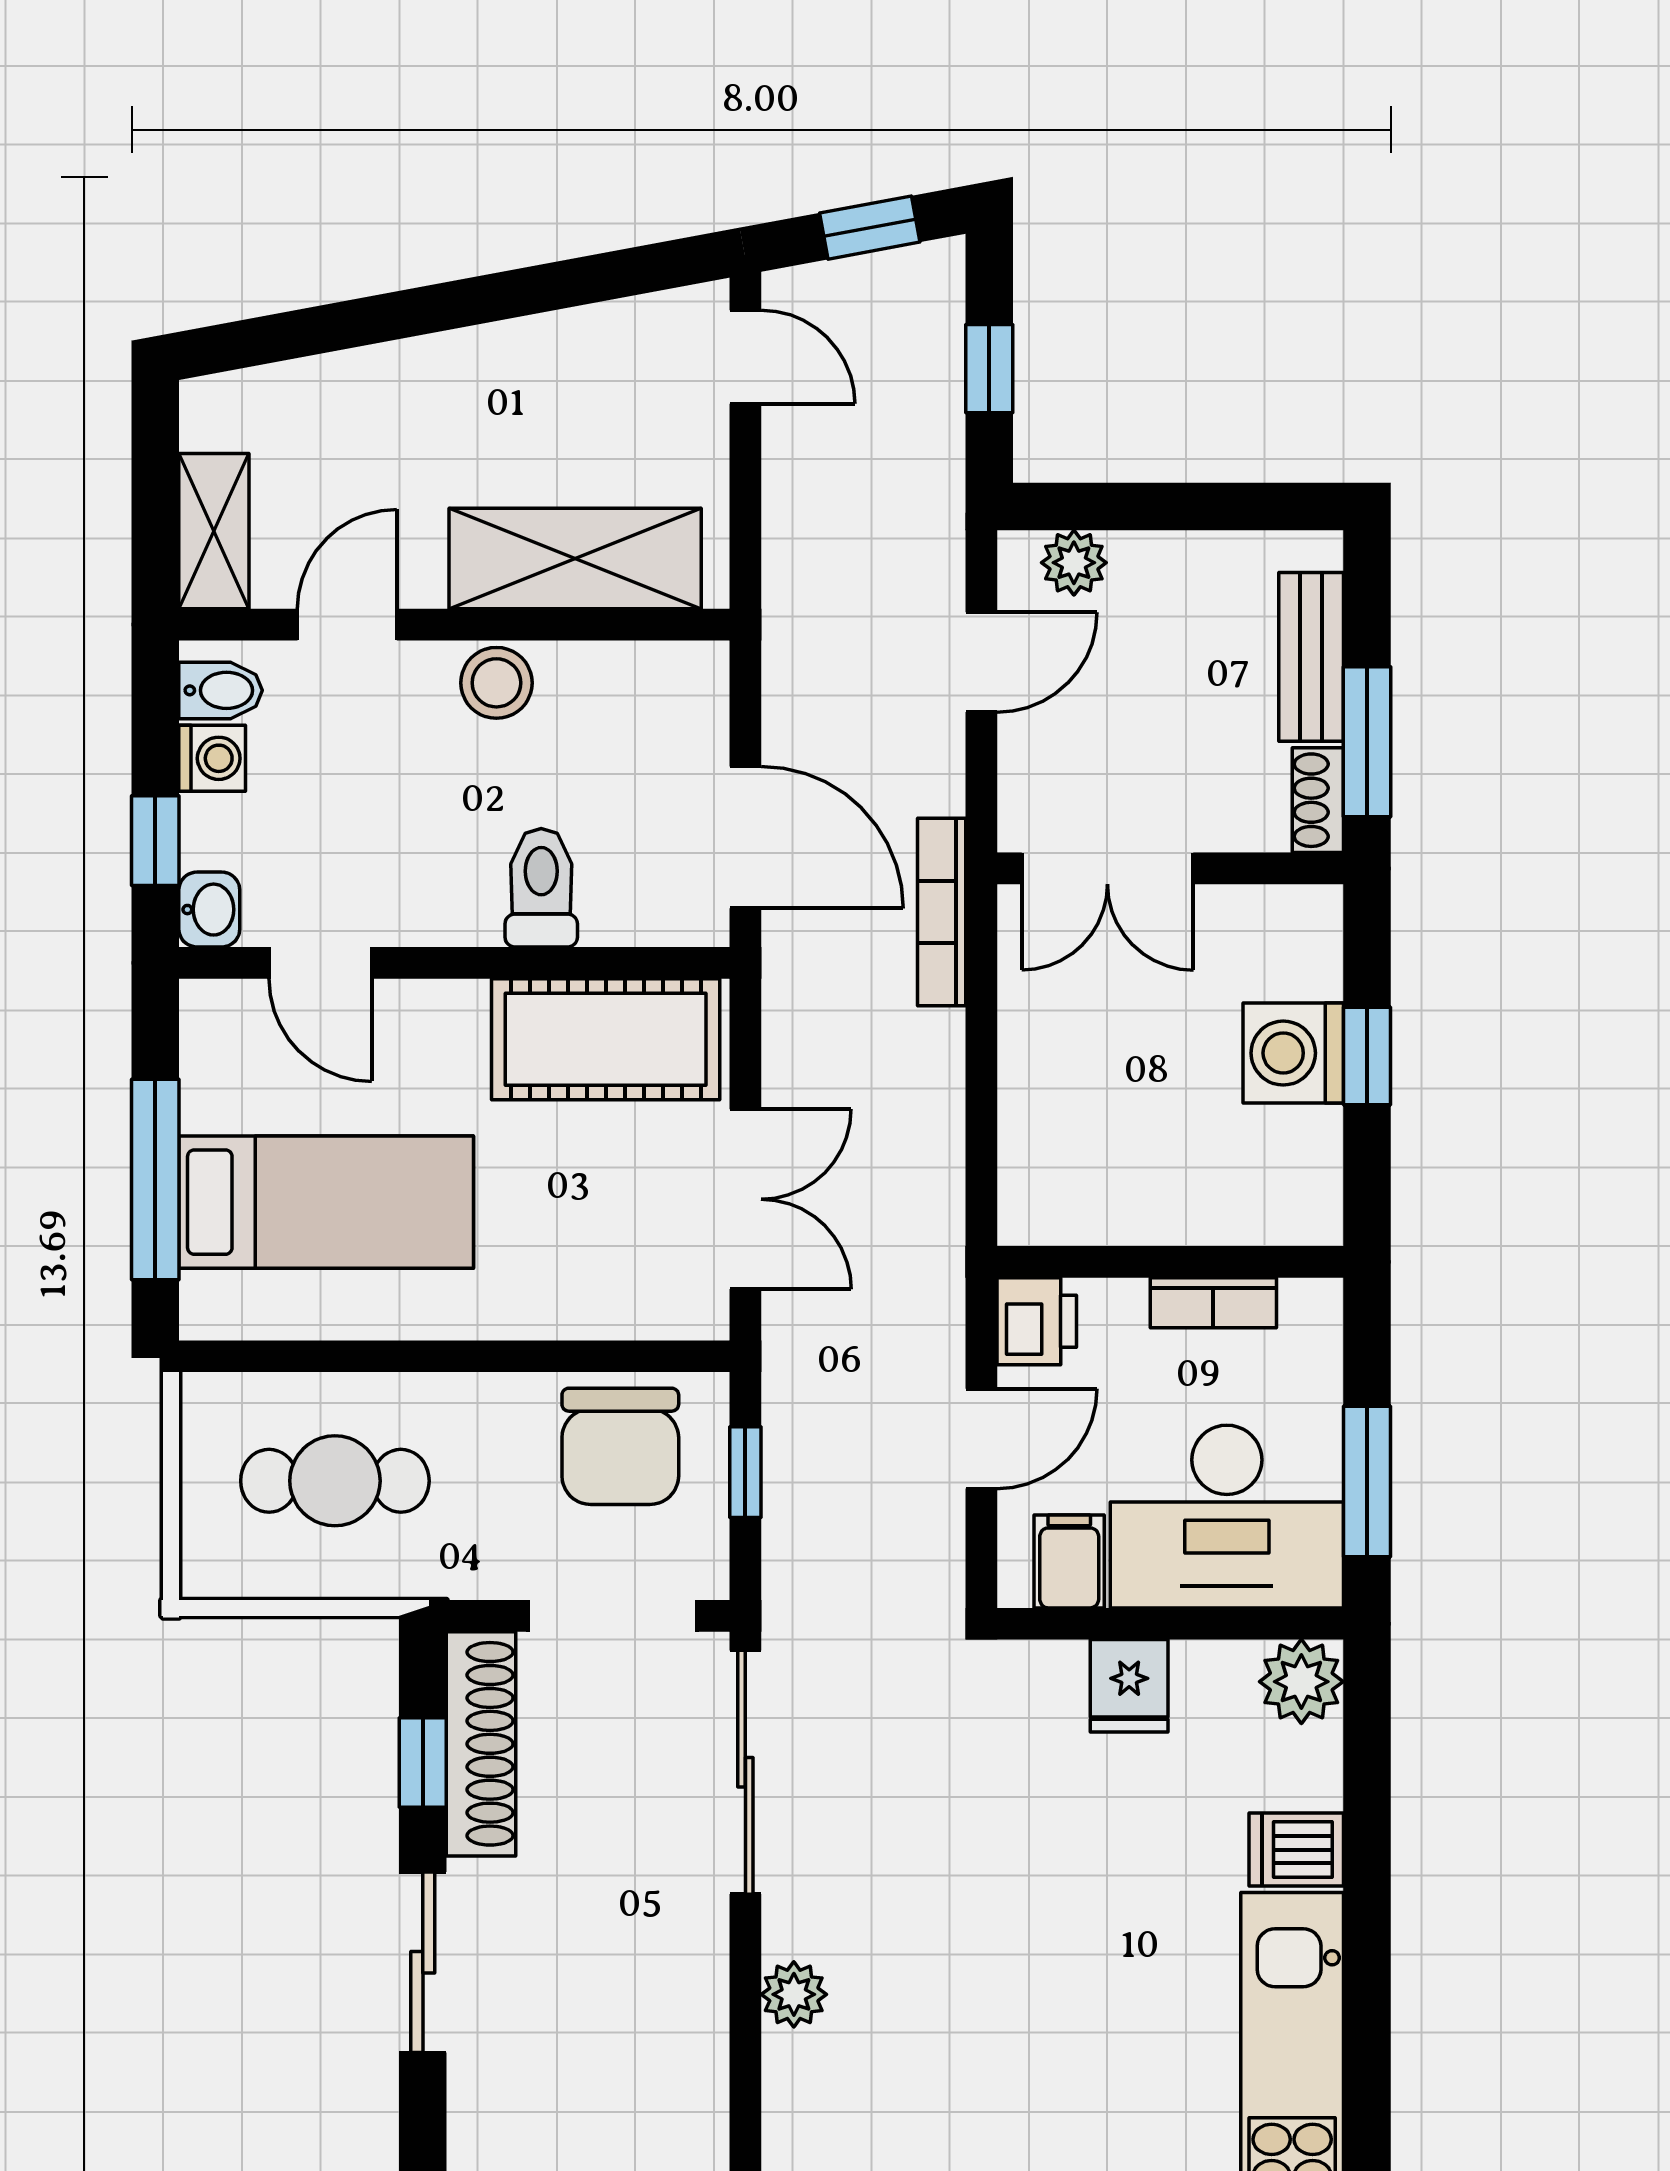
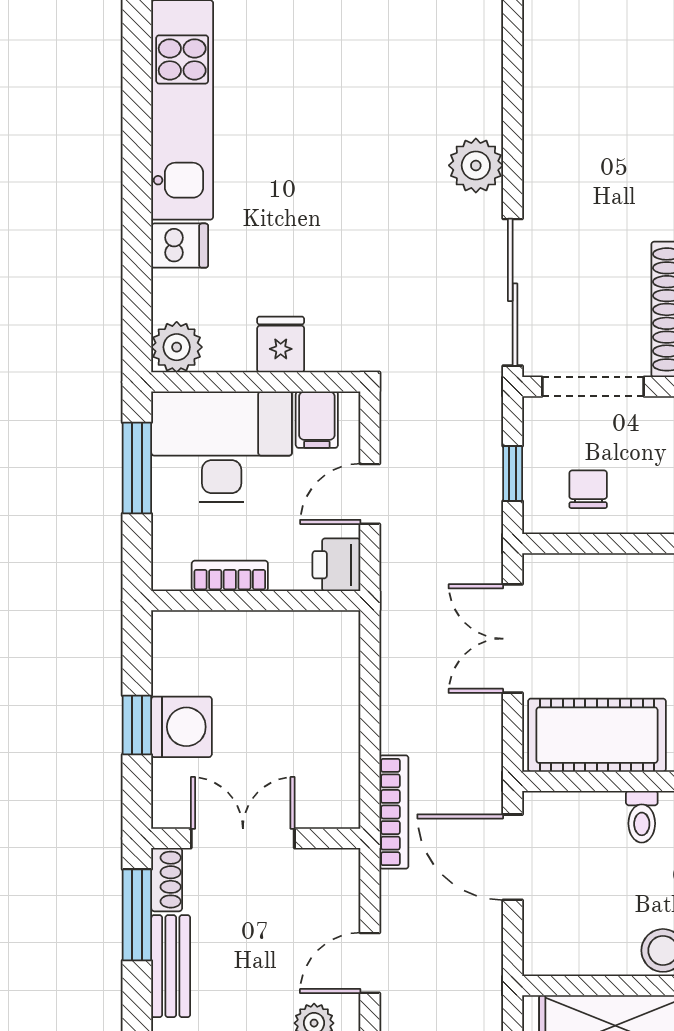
double door: (1107, 868) -> (243, 838), moved
toilet: (541, 888) -> (642, 817), width x0.73, depth x0.72
chair: (620, 1446) -> (588, 489), width x0.54, depth x0.54
plant: (794, 1994) -> (476, 165), width x1.38, depth x1.38

